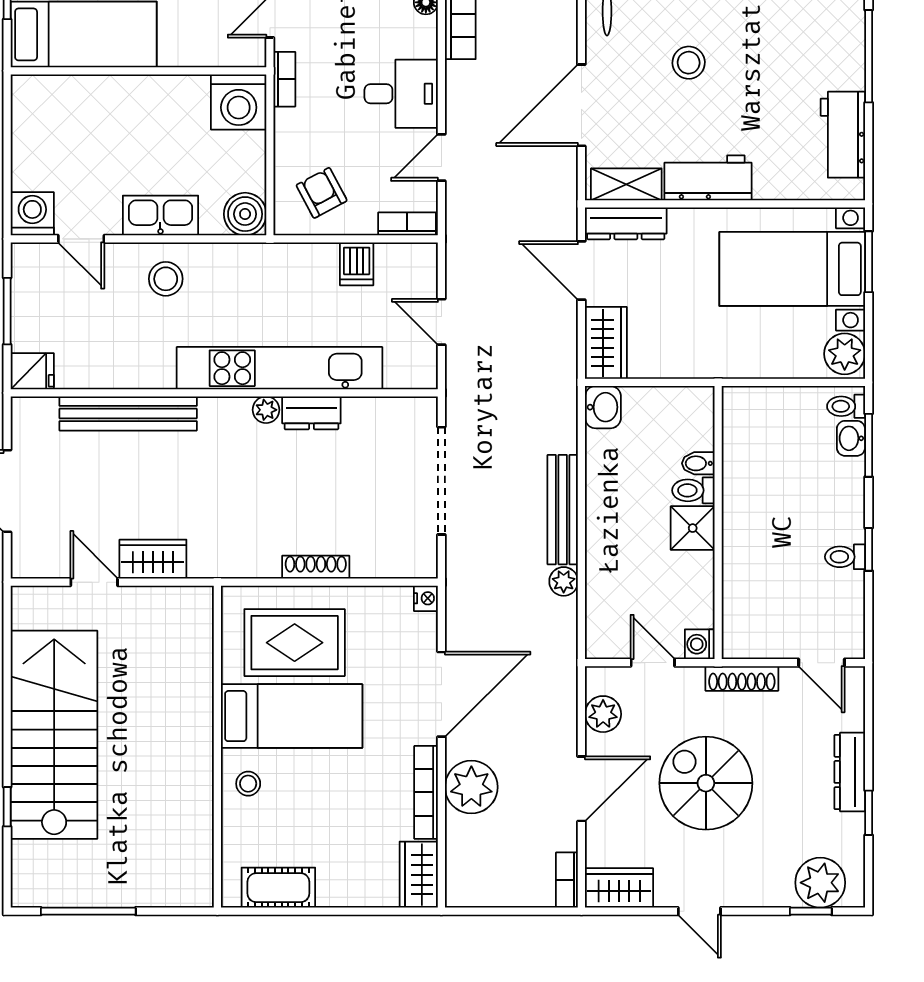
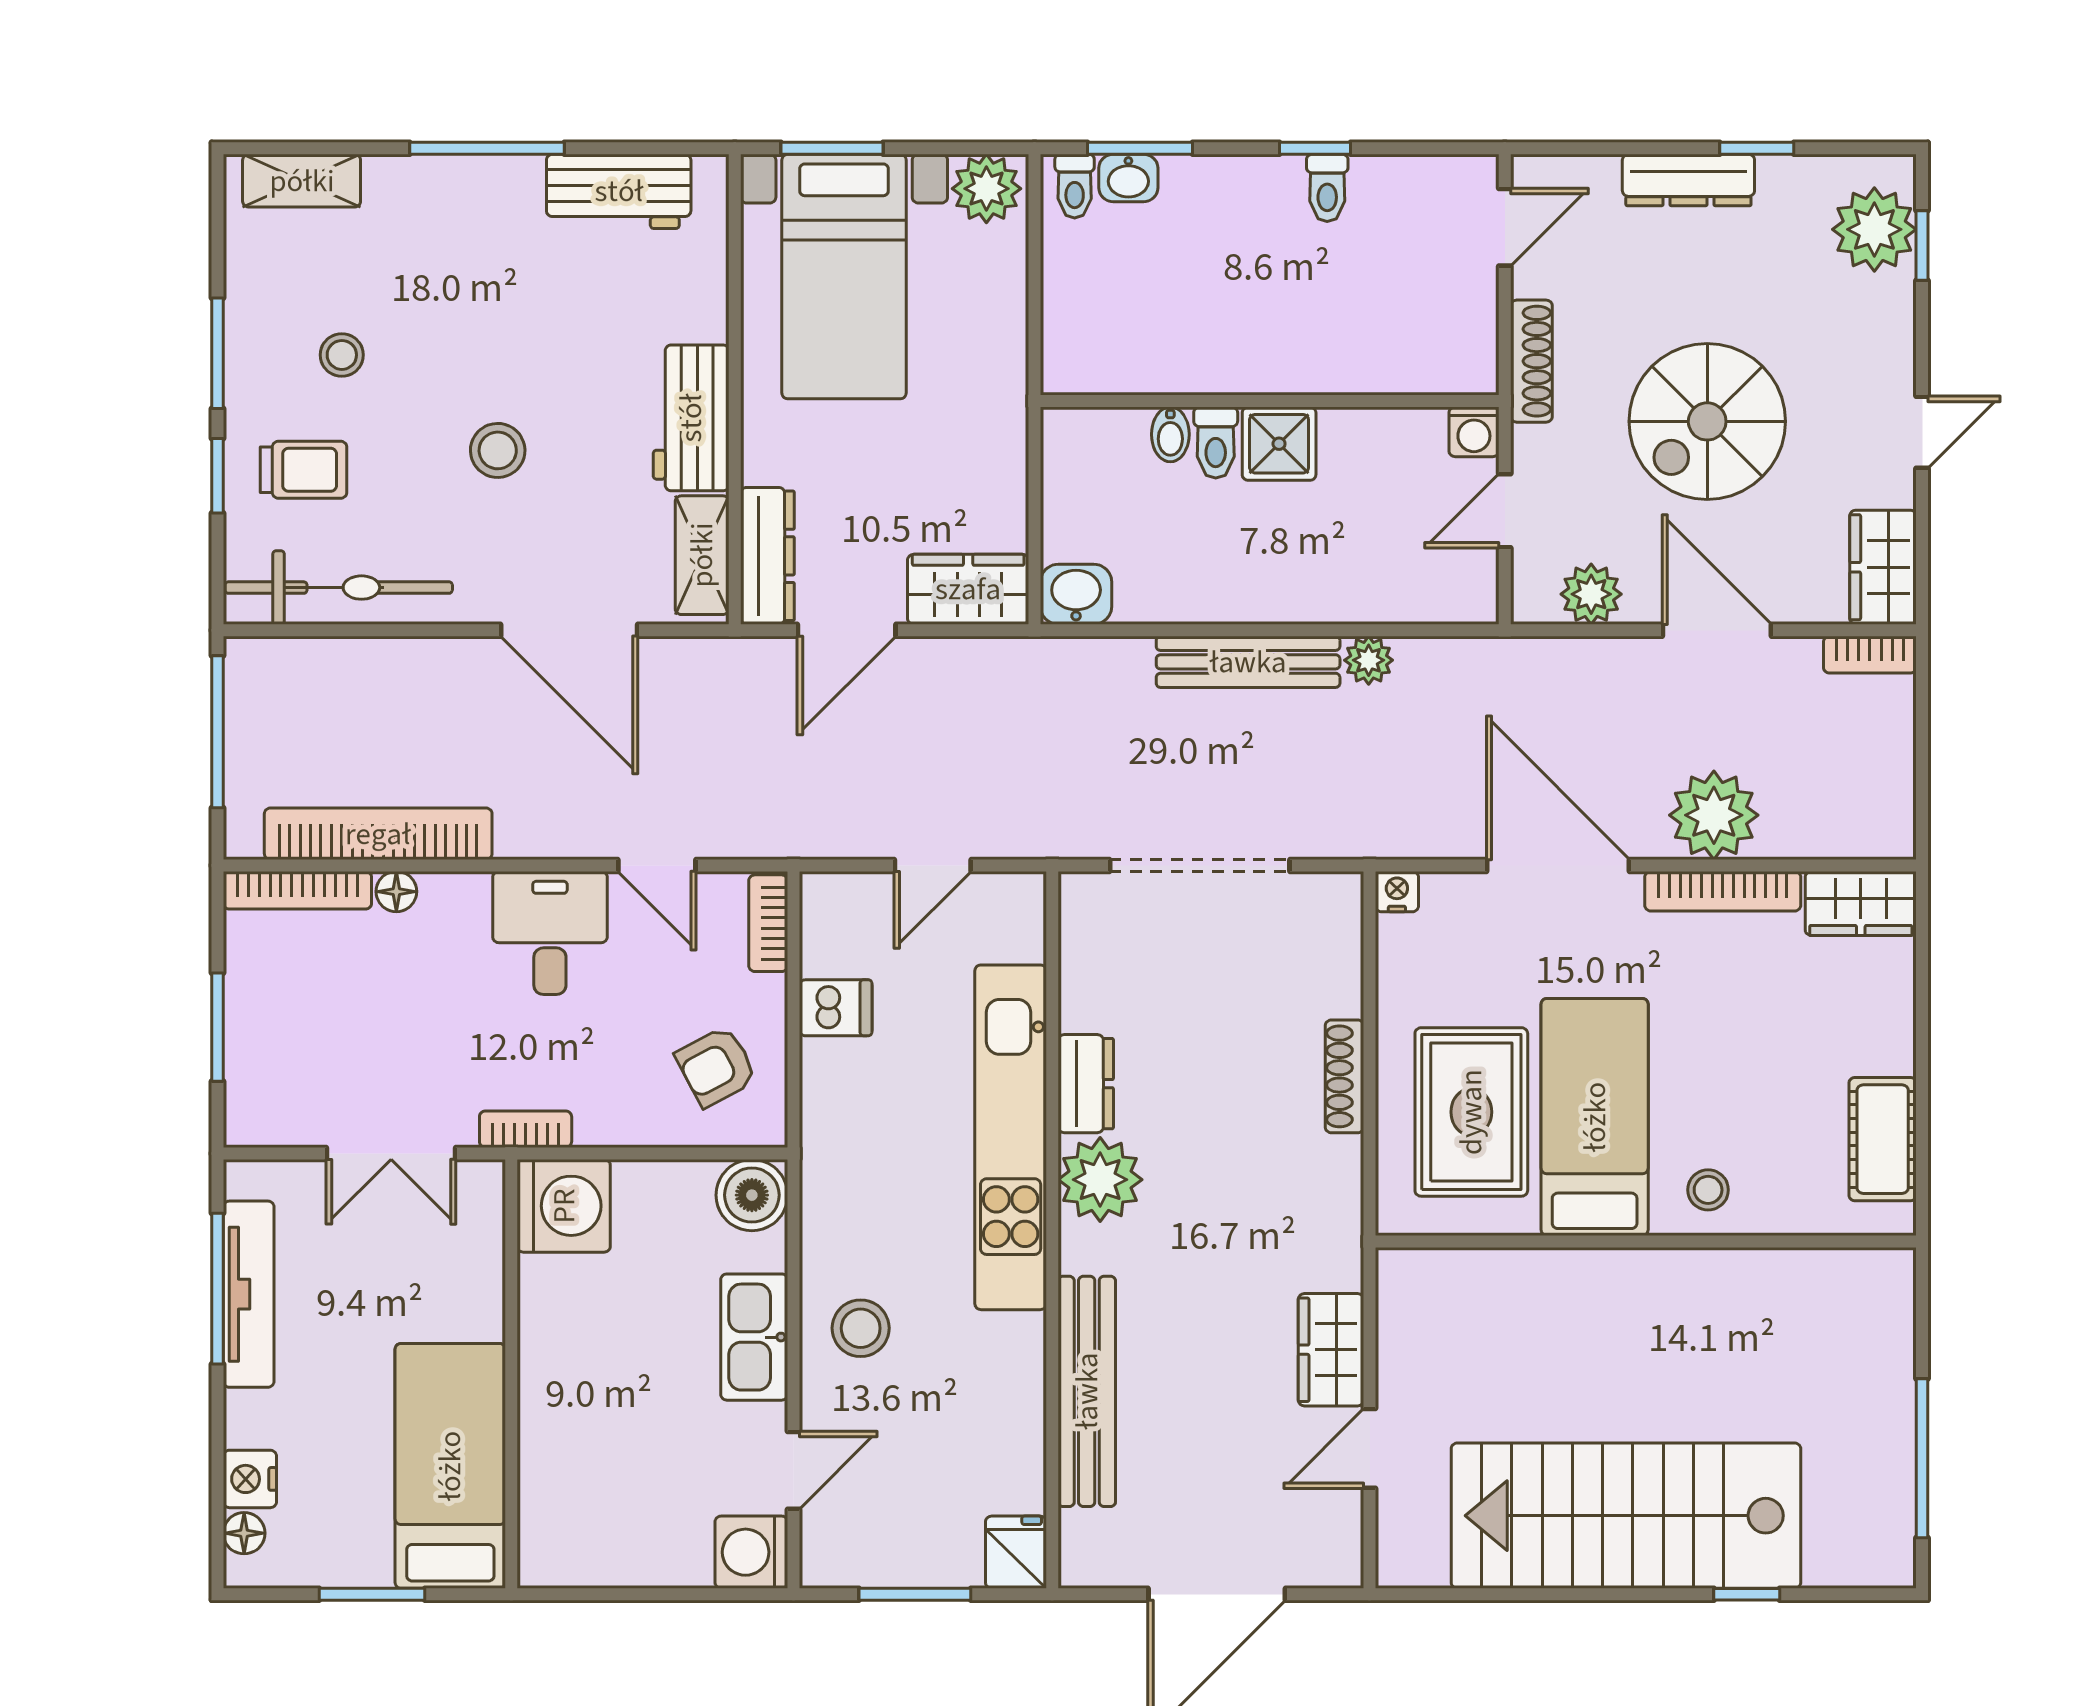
plant: (266, 410) -> (1100, 1180), width x1.88, depth x1.88

